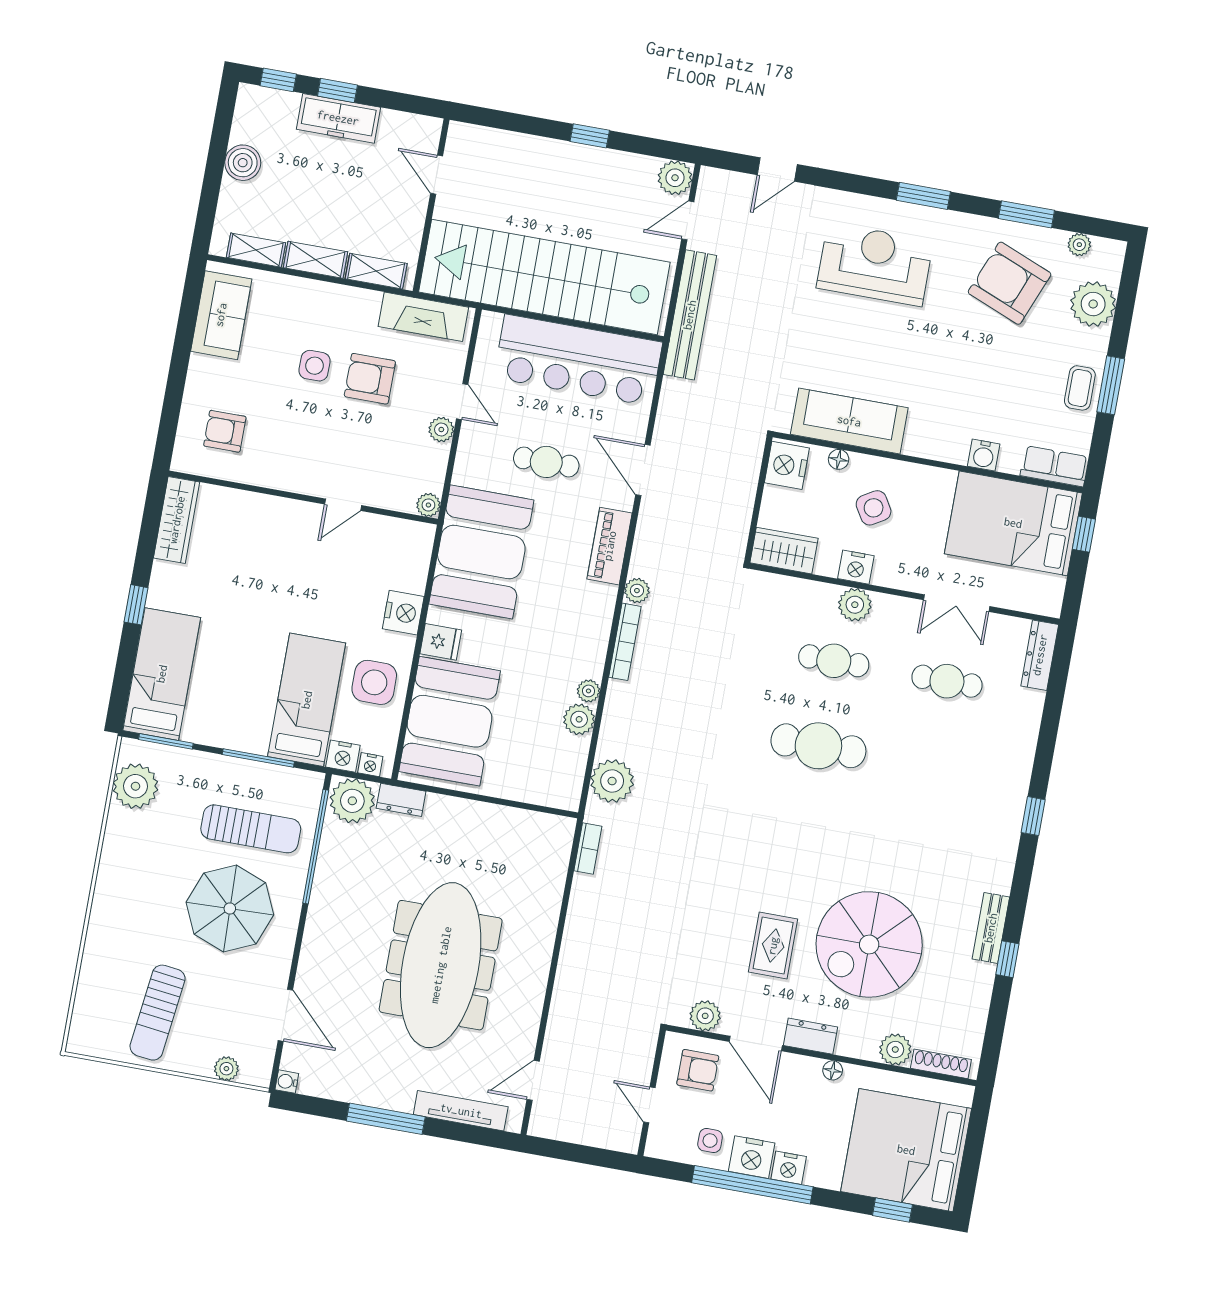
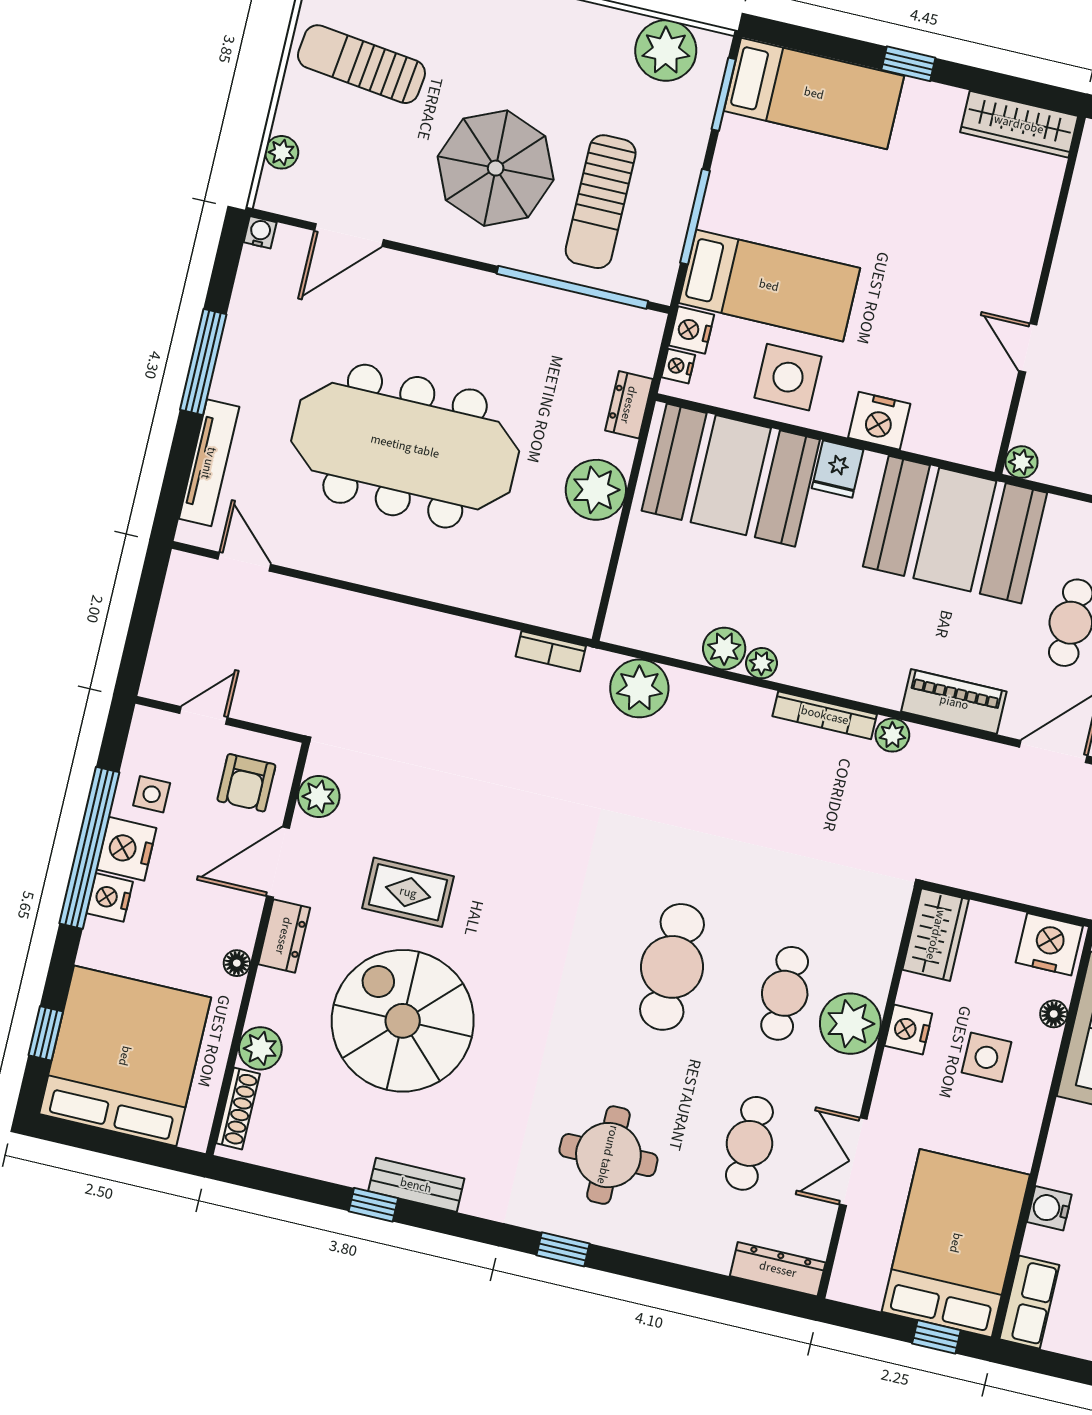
side table: (874, 508) -> (986, 1057), turned 31
plant: (855, 605) -> (850, 1024), width x1.36, depth x1.36
round table: (961, 786) -> (608, 1155), added
plant: (352, 801) -> (596, 490), moved

